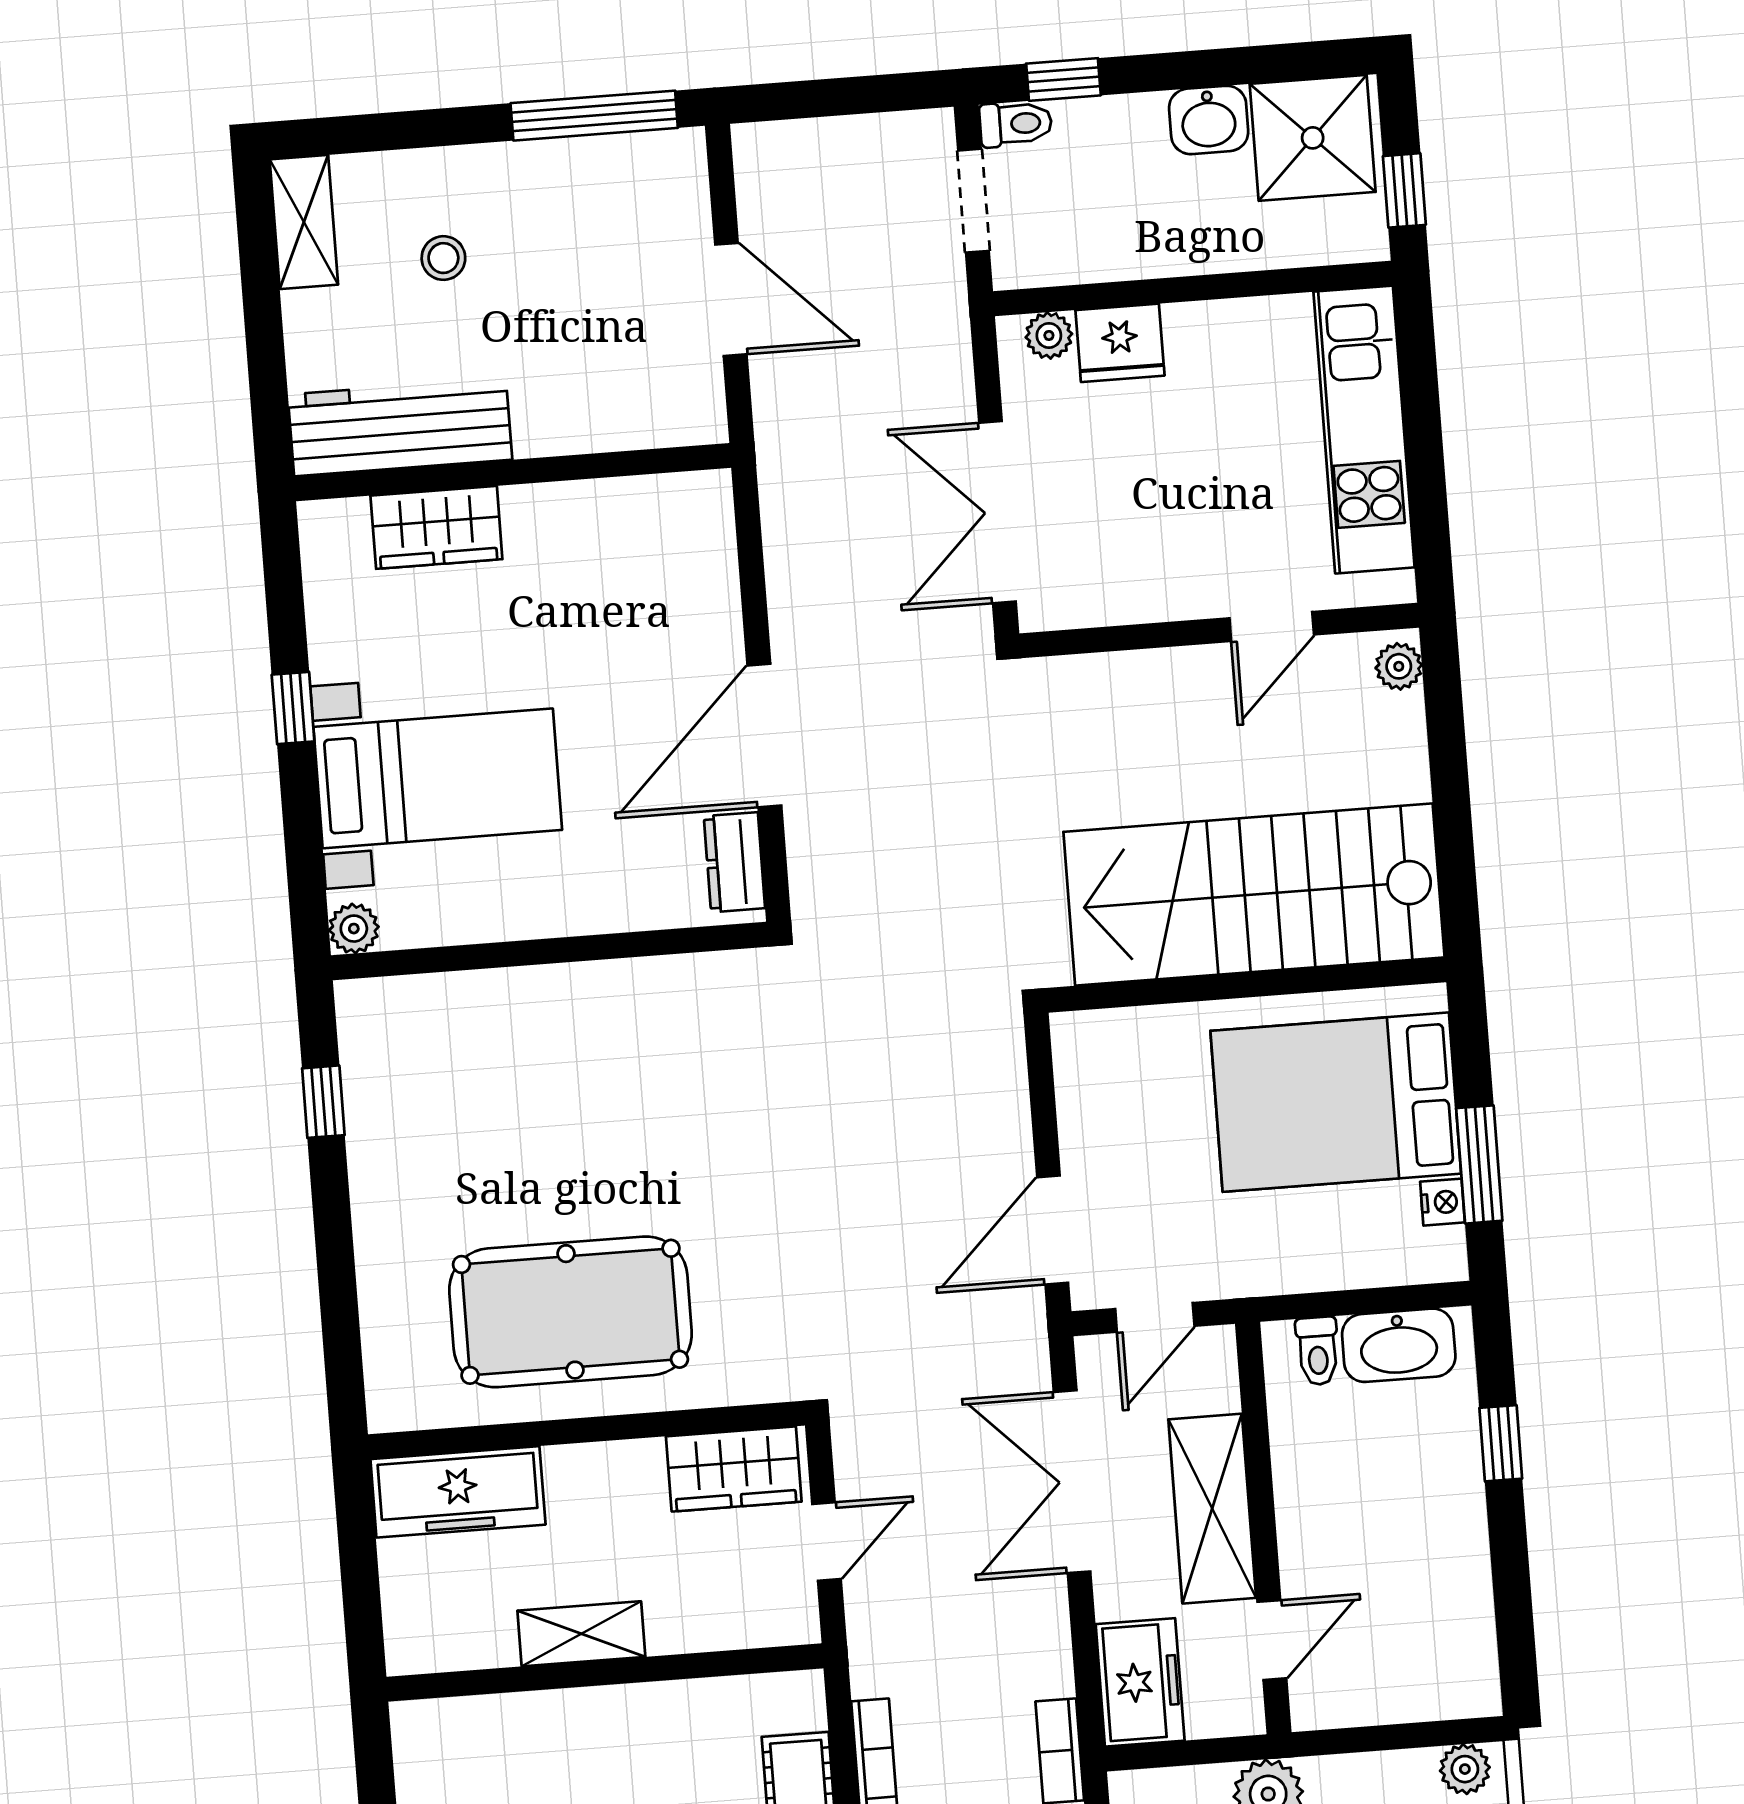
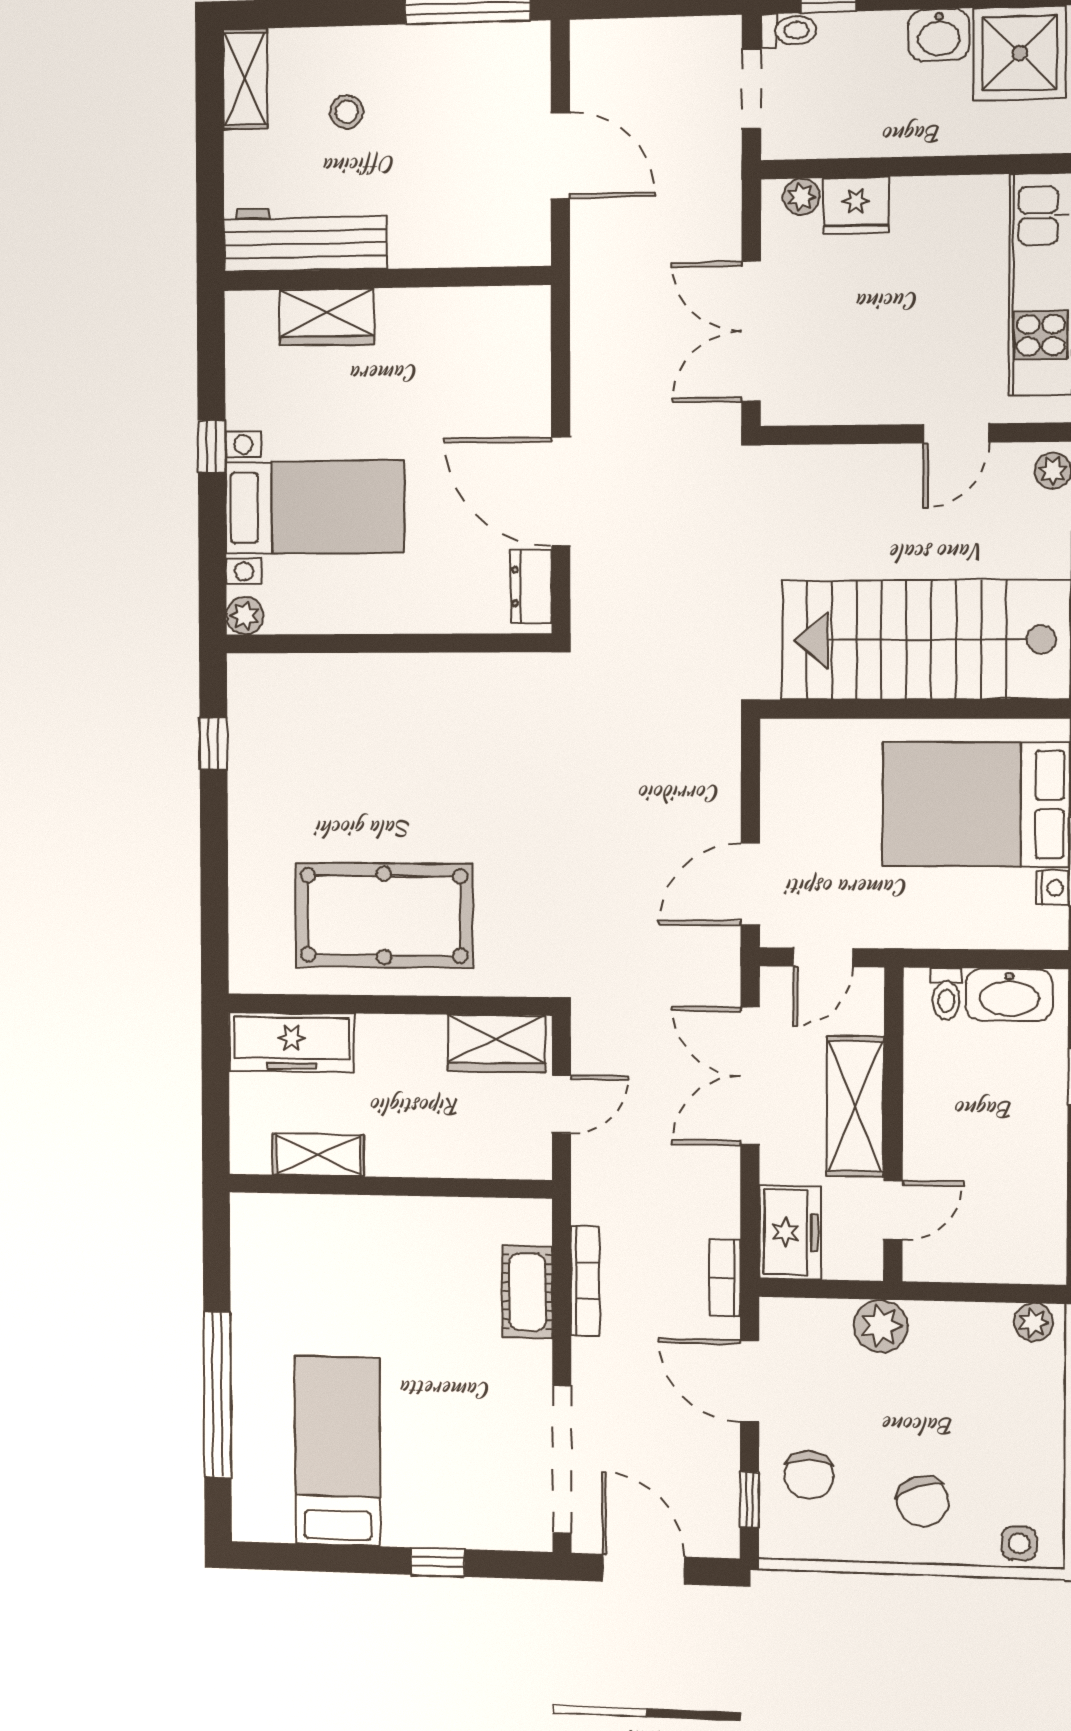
door: (764, 736) -> (561, 491), hinge flipped
shelving: (581, 1634) -> (318, 1155), moved

